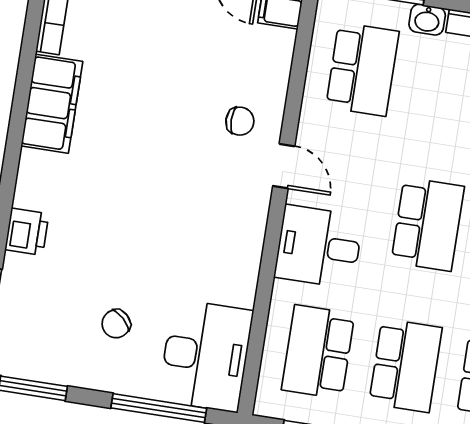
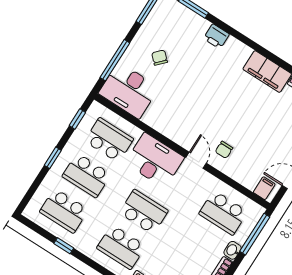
door: (284, 166) -> (196, 160), swing flipped
school desk: (428, 224) -> (144, 212), turned 180
desk: (319, 247) -> (155, 160), width x1.37

